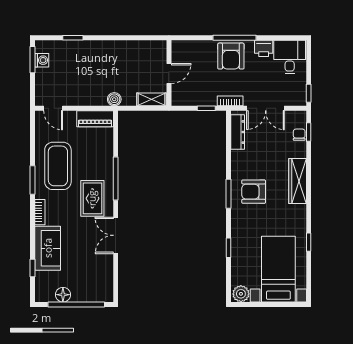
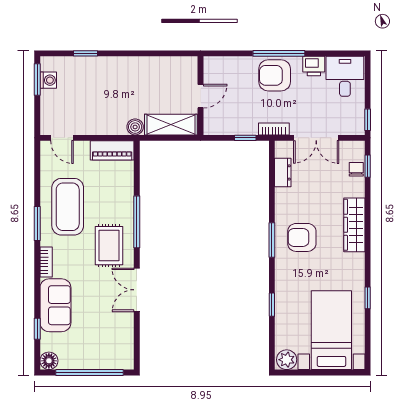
armchair: (231, 56) -> (275, 75), turned 90
shelving: (152, 99) -> (171, 125), width x1.50, depth x1.33
dresser: (238, 132) -> (283, 172), width x0.70
floor lamp: (63, 295) -> (49, 361), moved

